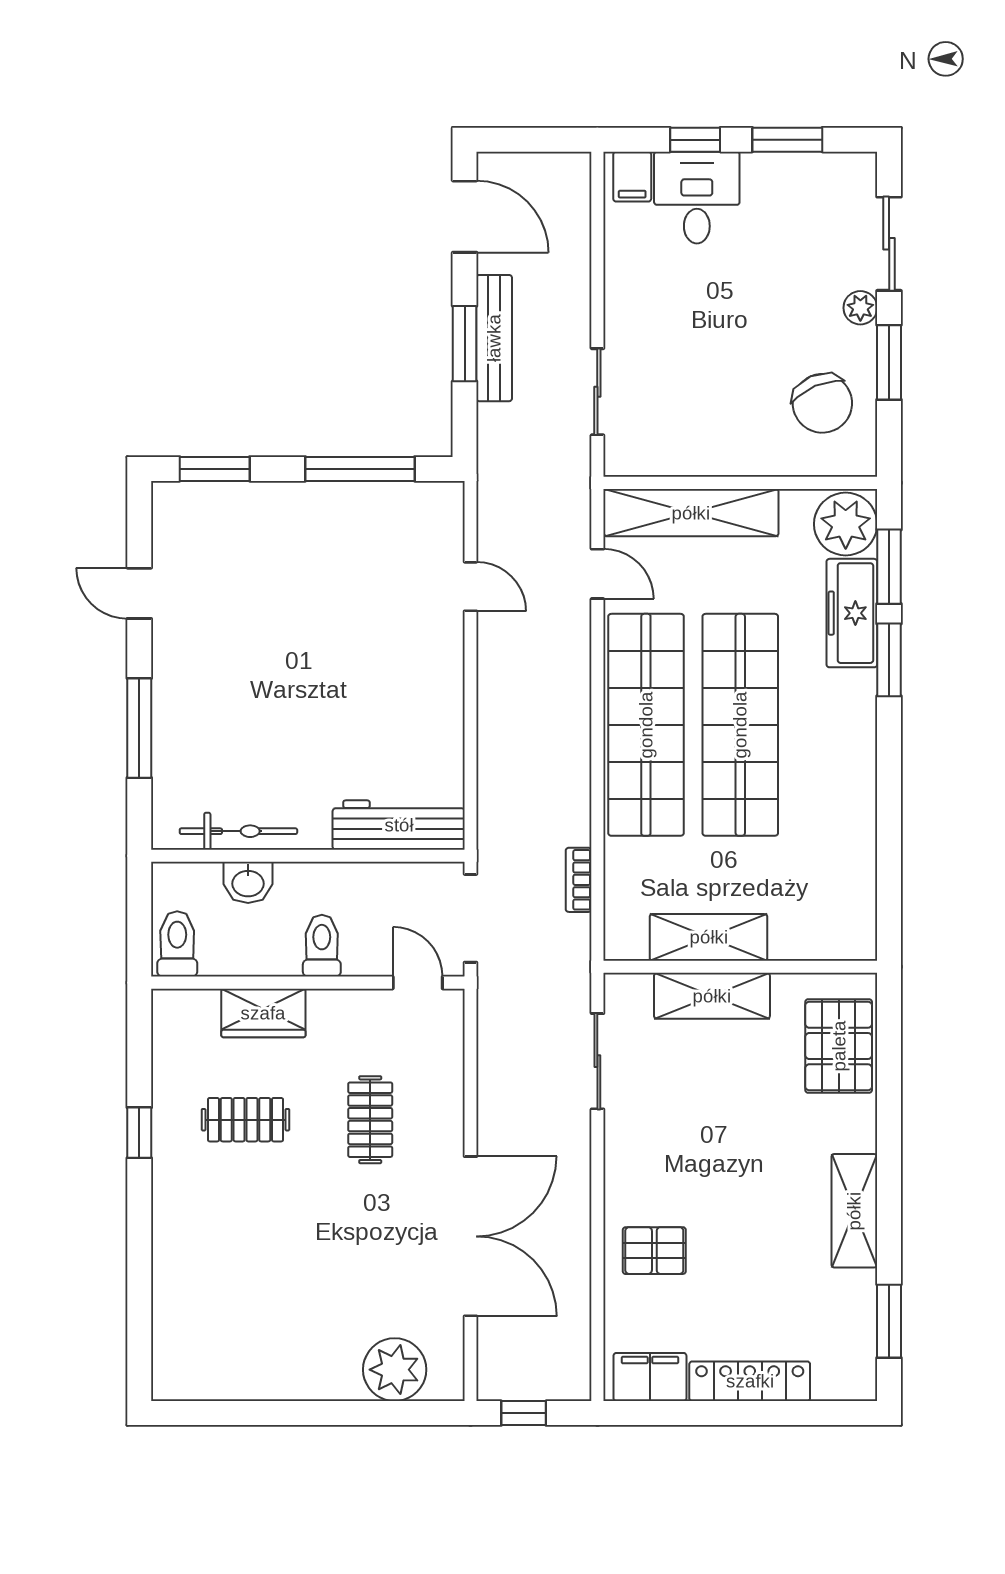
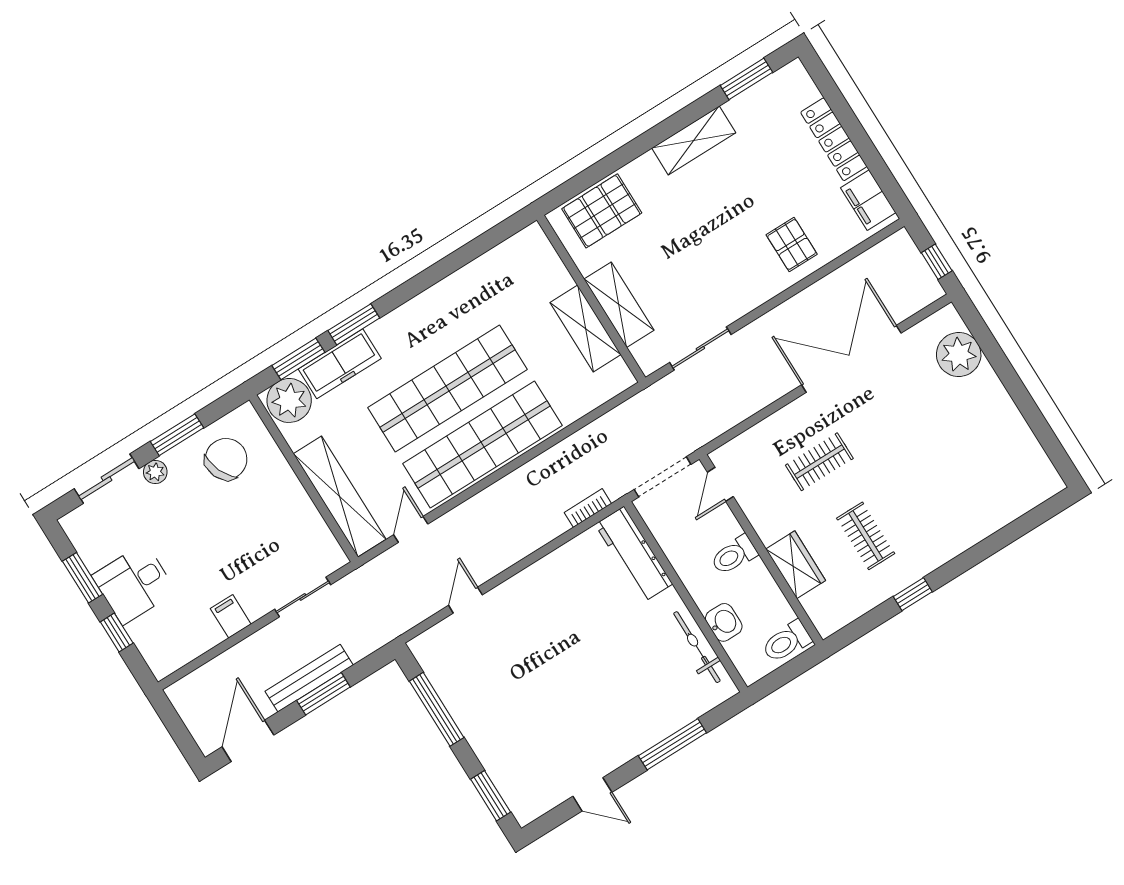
filing cabinet: (632, 177) -> (231, 616), moved, turned -90
desk: (697, 198) -> (134, 584), moved
door: (139, 593) -> (592, 794), hinge flipped
bookcase: (579, 880) -> (588, 508), moved, turned 180

